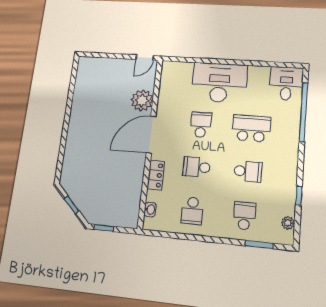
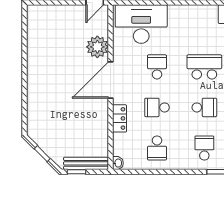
desk: (219, 83) -> (141, 24), moved
washbasin: (150, 209) -> (118, 163), moved
bench: (115, 220) -> (86, 163), added

